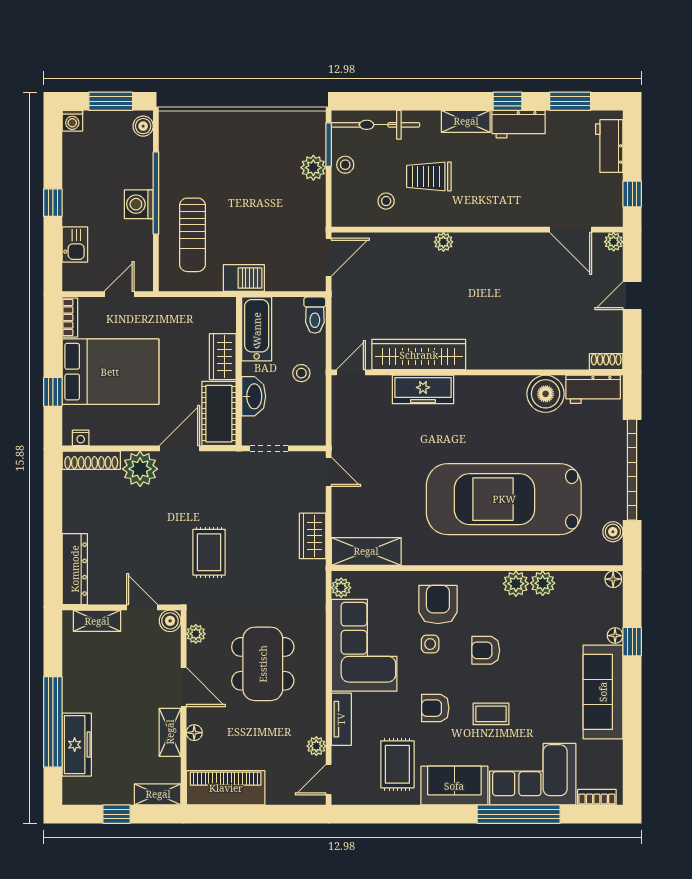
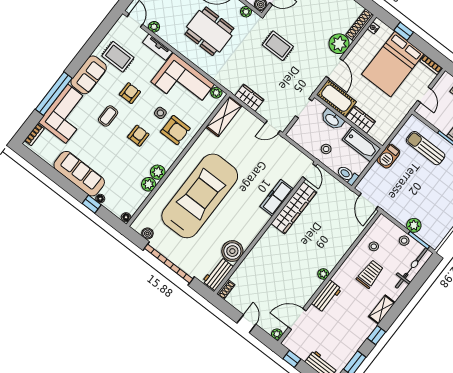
workbench: (519, 124) -> (327, 296), moved, turned 180
plant: (443, 242) -> (323, 274), moved

